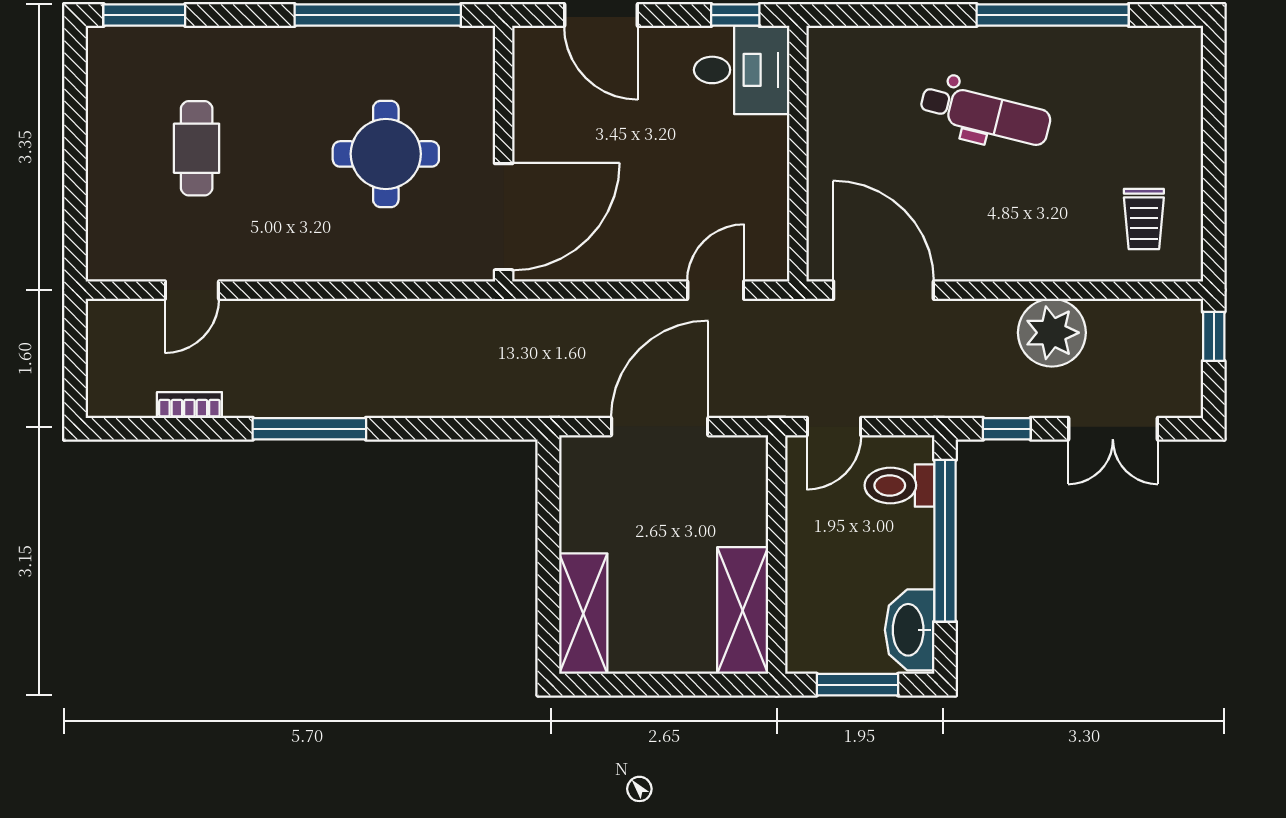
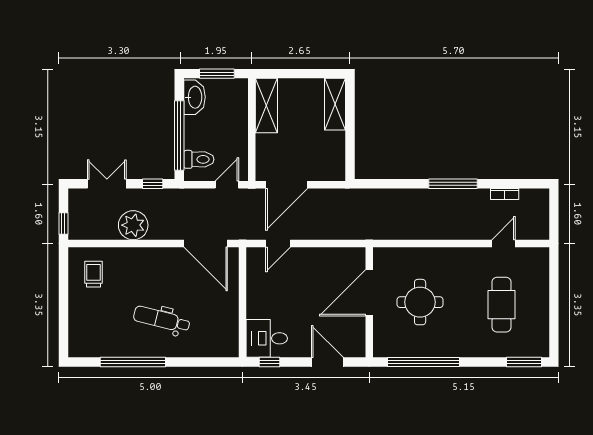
cafe table: (197, 148) -> (501, 305), width x1.37, depth x1.35
door: (504, 217) -> (369, 293), moved
door: (660, 427) -> (287, 185), moved

